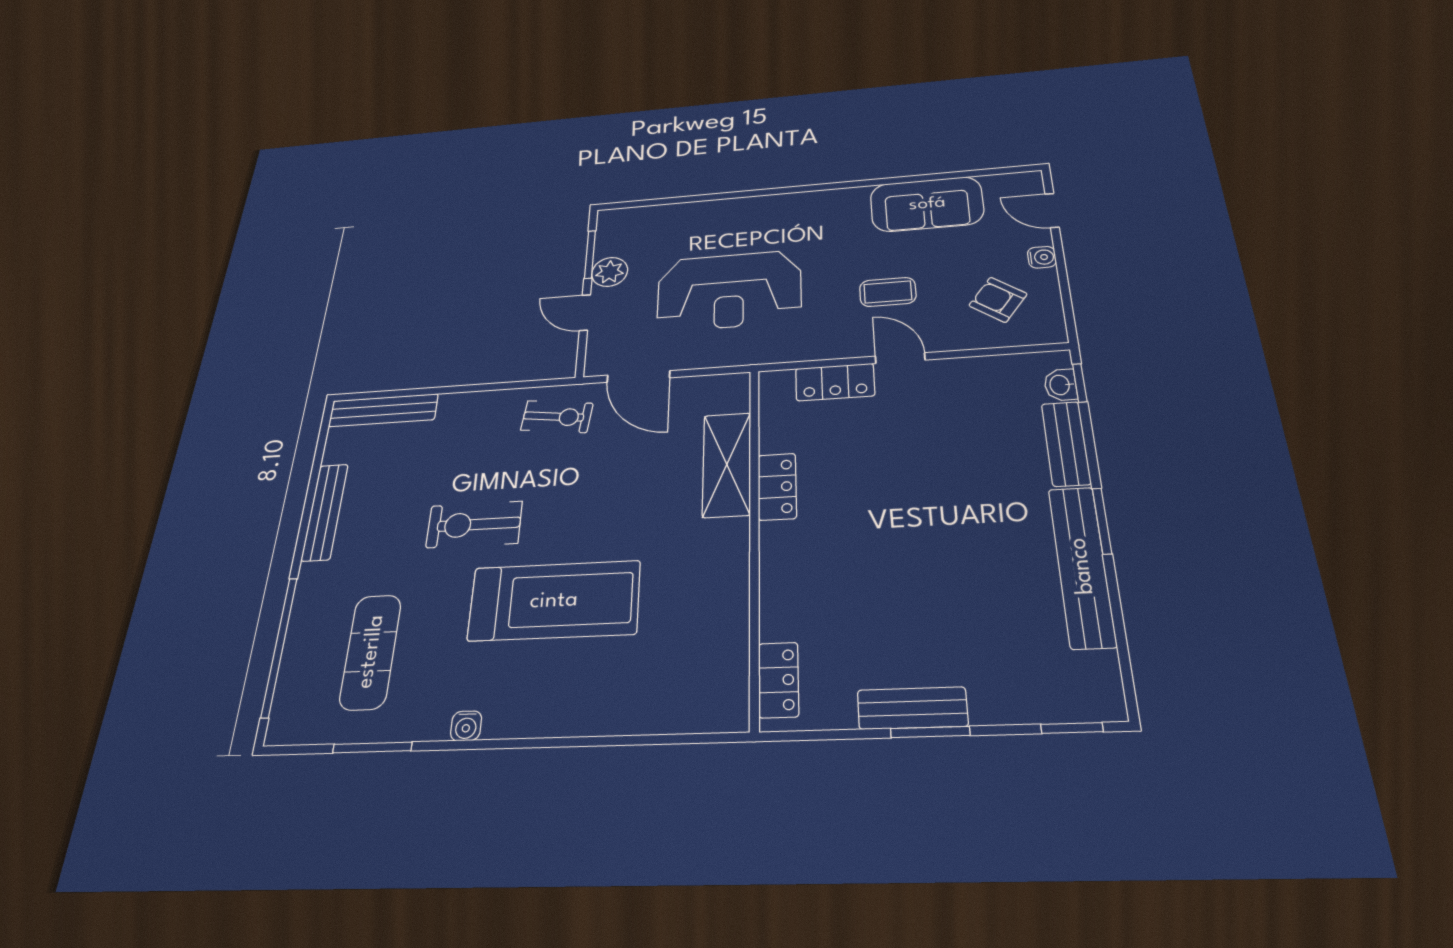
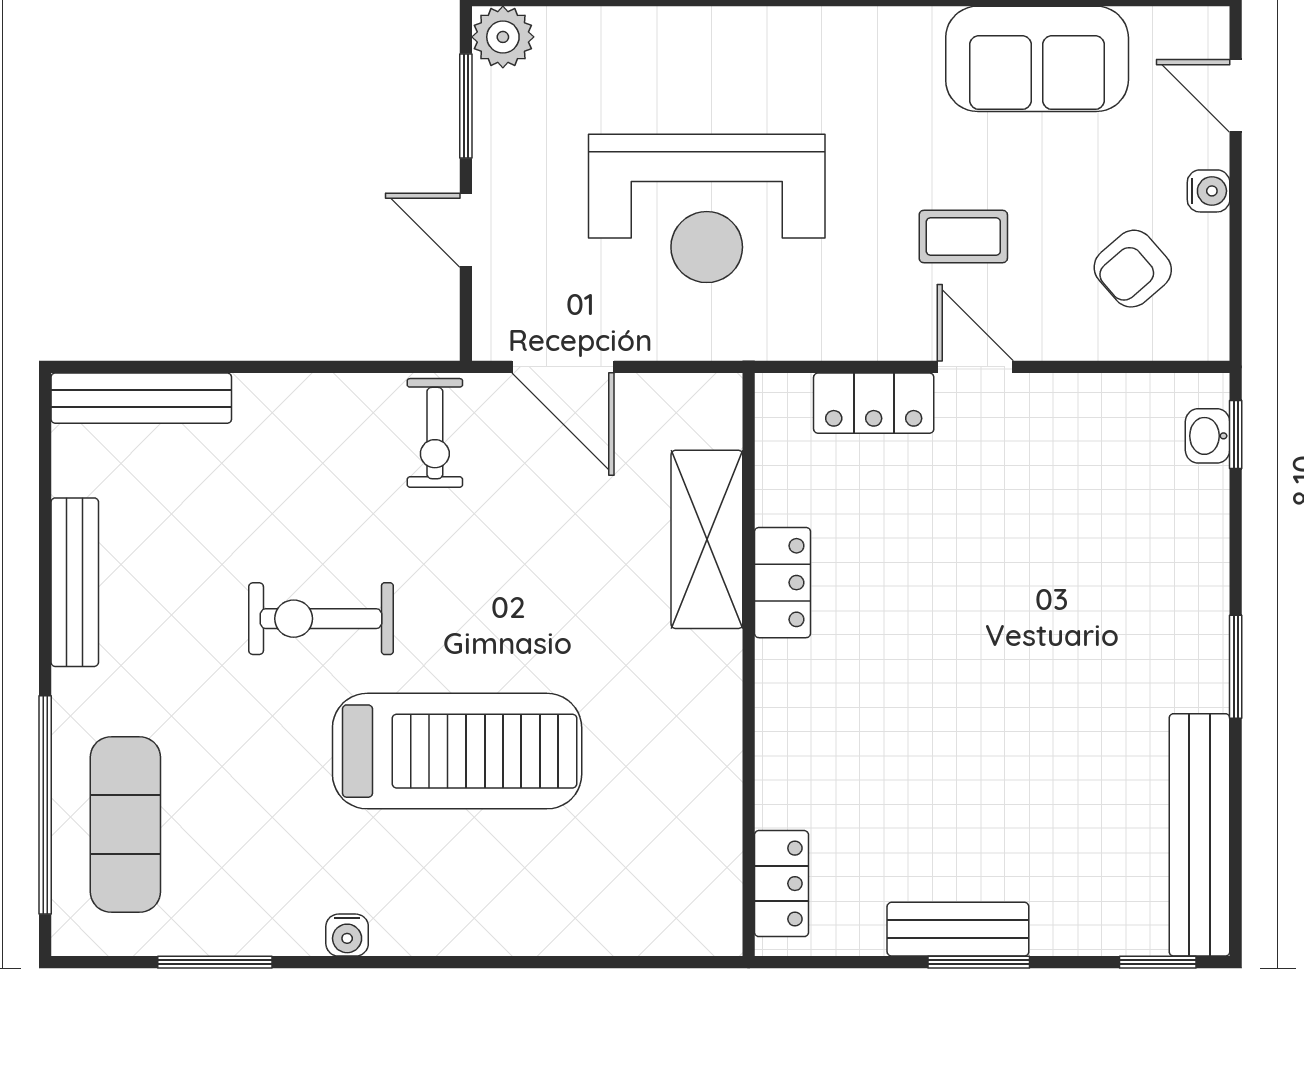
plant: (610, 272) -> (503, 37), moved
armchair: (998, 300) -> (1133, 269), turned -77
exercise bike: (557, 417) -> (435, 433), turned 83
bench: (1066, 444) -> (1203, 538), removed
bench: (1082, 566) -> (1199, 835), moved
exercise mat: (371, 652) -> (125, 824), moved

